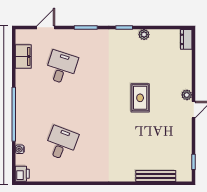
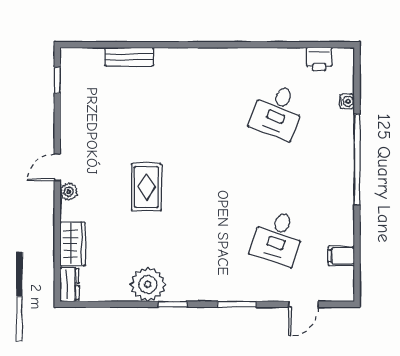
plant: (144, 35) -> (148, 284), width x1.88, depth x1.88
filing cabinet: (23, 56) -> (341, 256), width x0.50
wardrobe: (184, 64) -> (73, 244), added
printer: (22, 174) -> (319, 59), moved, turned -90
bench: (156, 176) -> (129, 57), width x0.73

